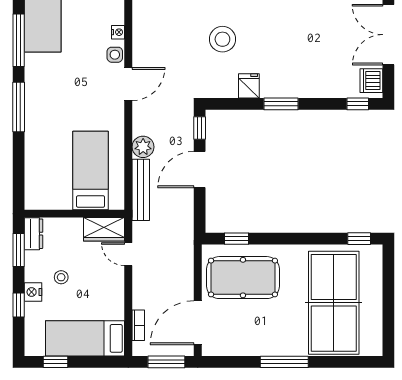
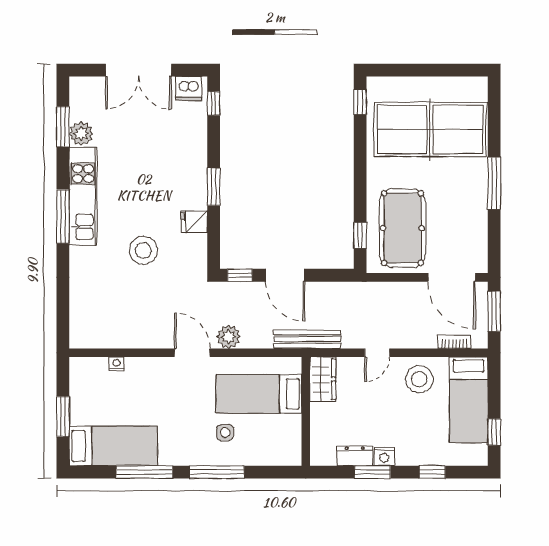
nightstand: (118, 32) -> (116, 364), moved
side table: (115, 55) -> (225, 433), moved
plant: (143, 147) -> (229, 337), moved
bed: (91, 170) -> (259, 394), moved
wall: (74, 214) -> (306, 411), moved
wardrobe: (104, 229) -> (323, 379), moved
stool: (61, 277) -> (419, 379), moved, width x1.89, depth x1.89
nightstand: (33, 292) -> (384, 456), moved

